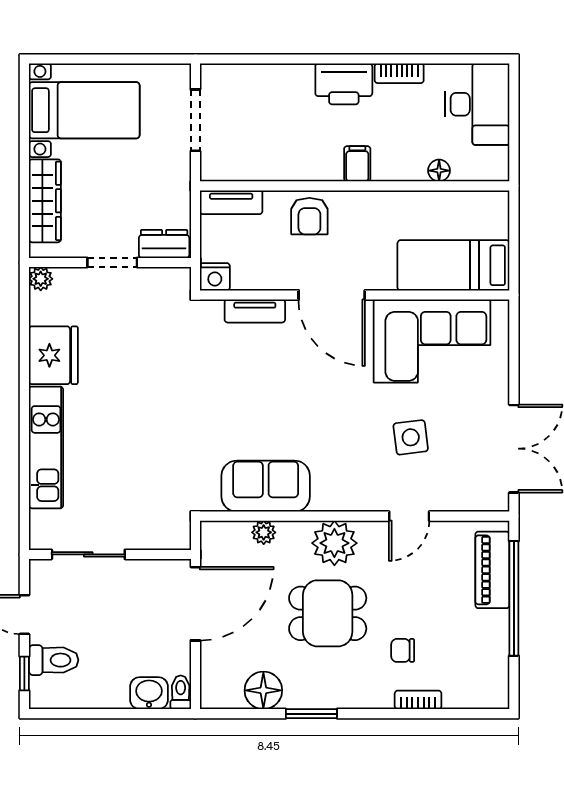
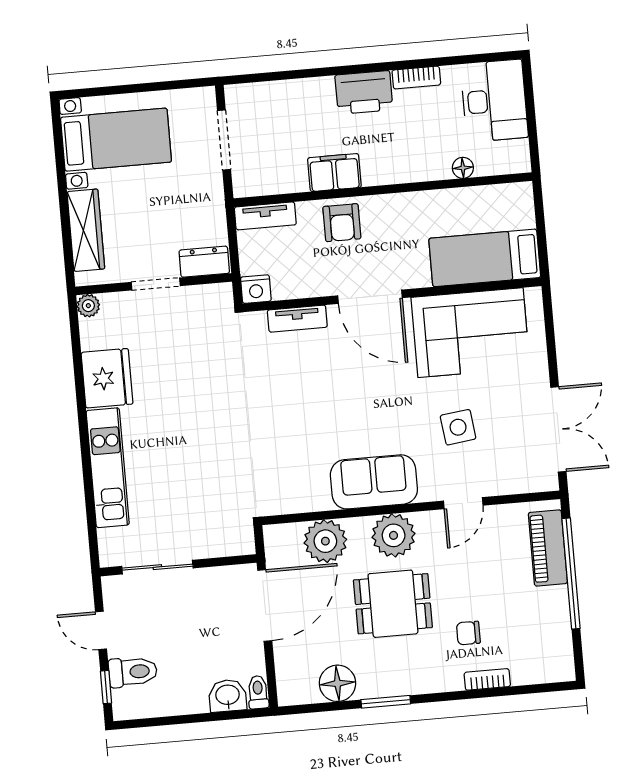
filing cabinet: (357, 164) -> (334, 173), moved, width x2.00
sofa: (266, 486) -> (374, 482), moved
plant: (264, 532) -> (325, 541), width x1.88, depth x1.88

